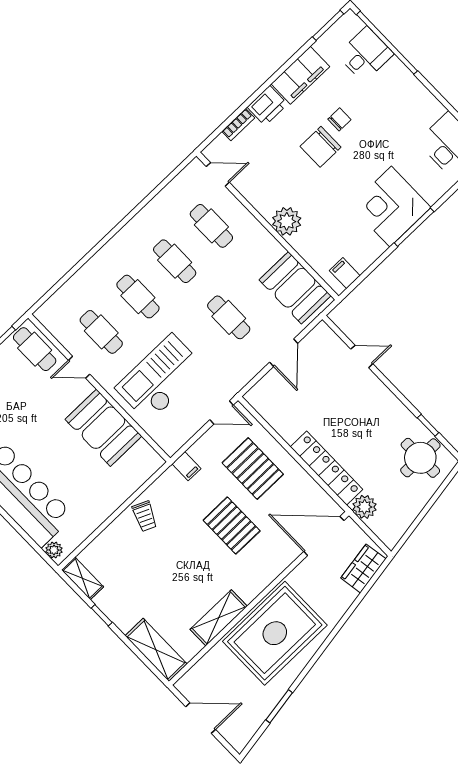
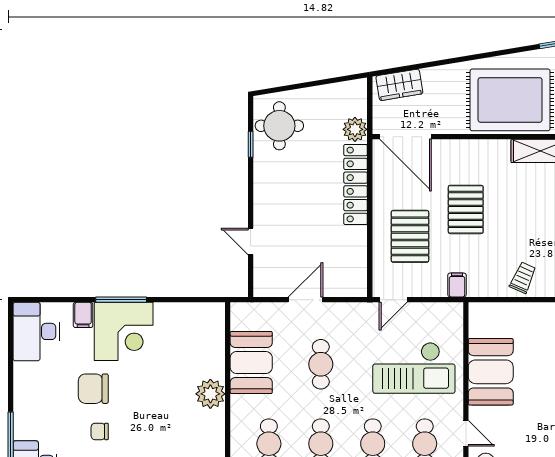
chair: (321, 147) -> (93, 389), moved, turned 180
filing cabinet: (345, 273) -> (83, 315), moved
booth: (295, 288) -> (251, 363), moved
door: (222, 412) -> (393, 300), swing flipped

